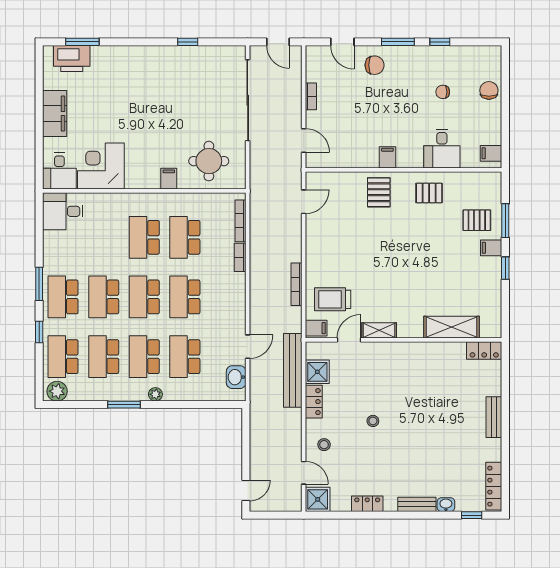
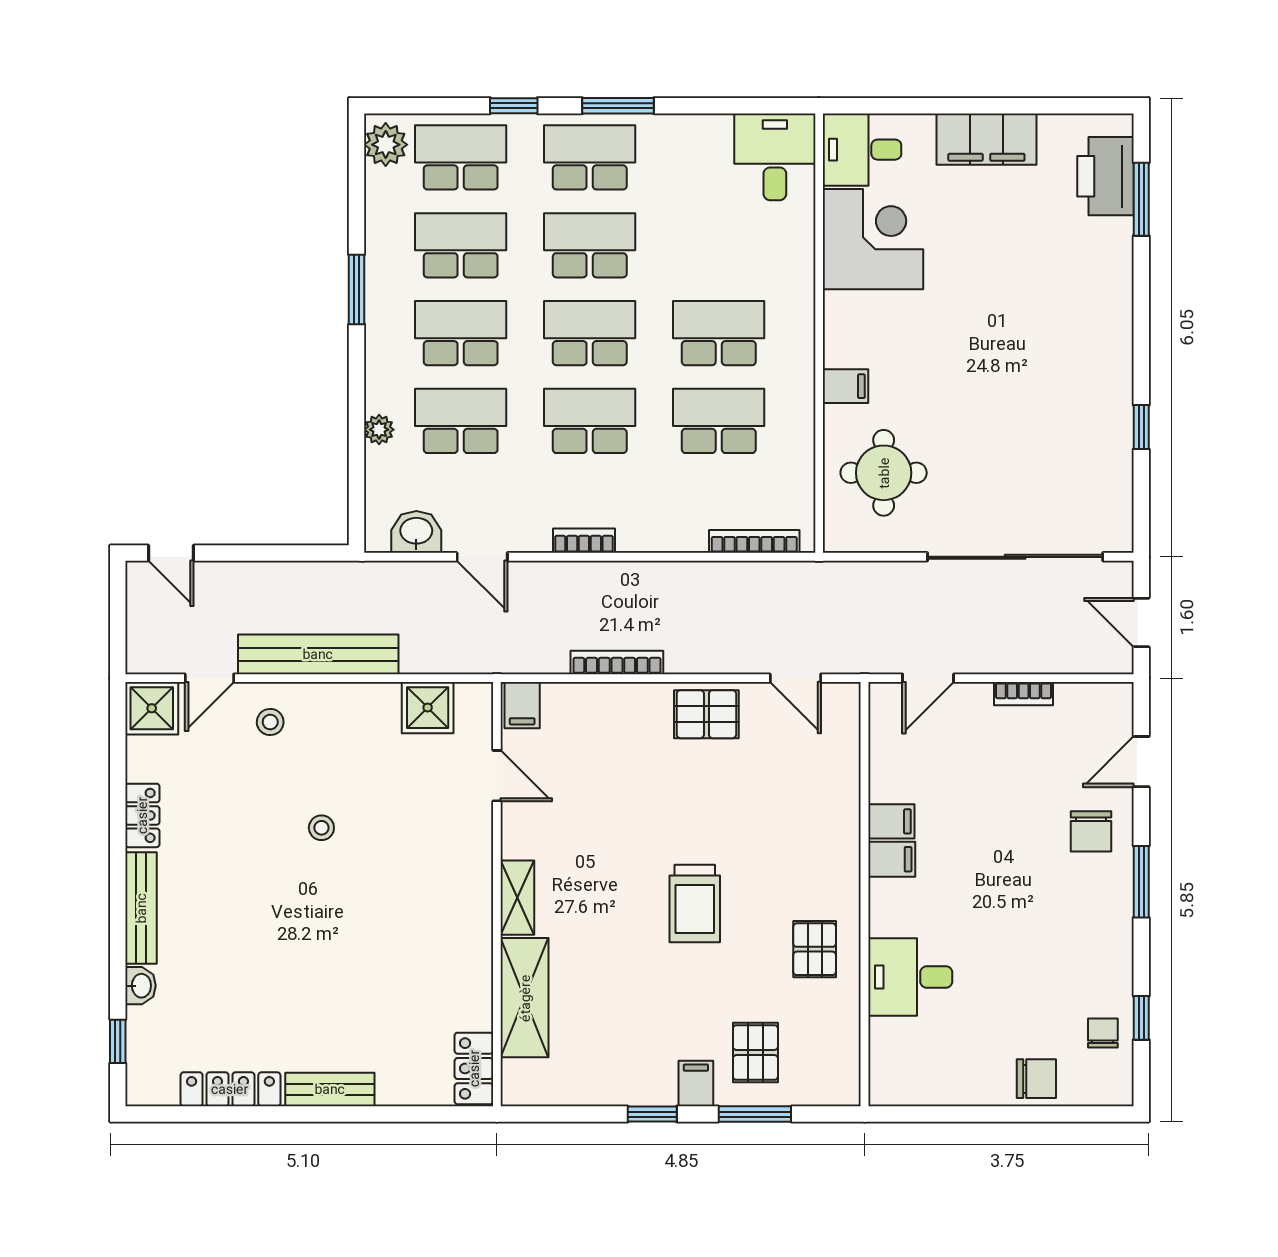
door: (278, 42) -> (1141, 623), hinge flipped
window: (440, 42) -> (1141, 1018), moved
chair: (443, 92) -> (1103, 1033), moved
filing cabinet: (491, 153) -> (891, 821), moved, turned 90
pallet: (379, 192) -> (706, 714), moved
bookcase: (240, 257) -> (584, 541), moved
trolley: (333, 299) -> (695, 903), moved, turned 180
shelving: (379, 330) -> (517, 898), moved
bench: (293, 370) -> (318, 654), moved
plant: (155, 394) -> (379, 430), moved
locker: (314, 402) -> (363, 700), removed
locker: (494, 486) -> (230, 1089), moved
bench: (417, 504) -> (141, 908), width x1.36

